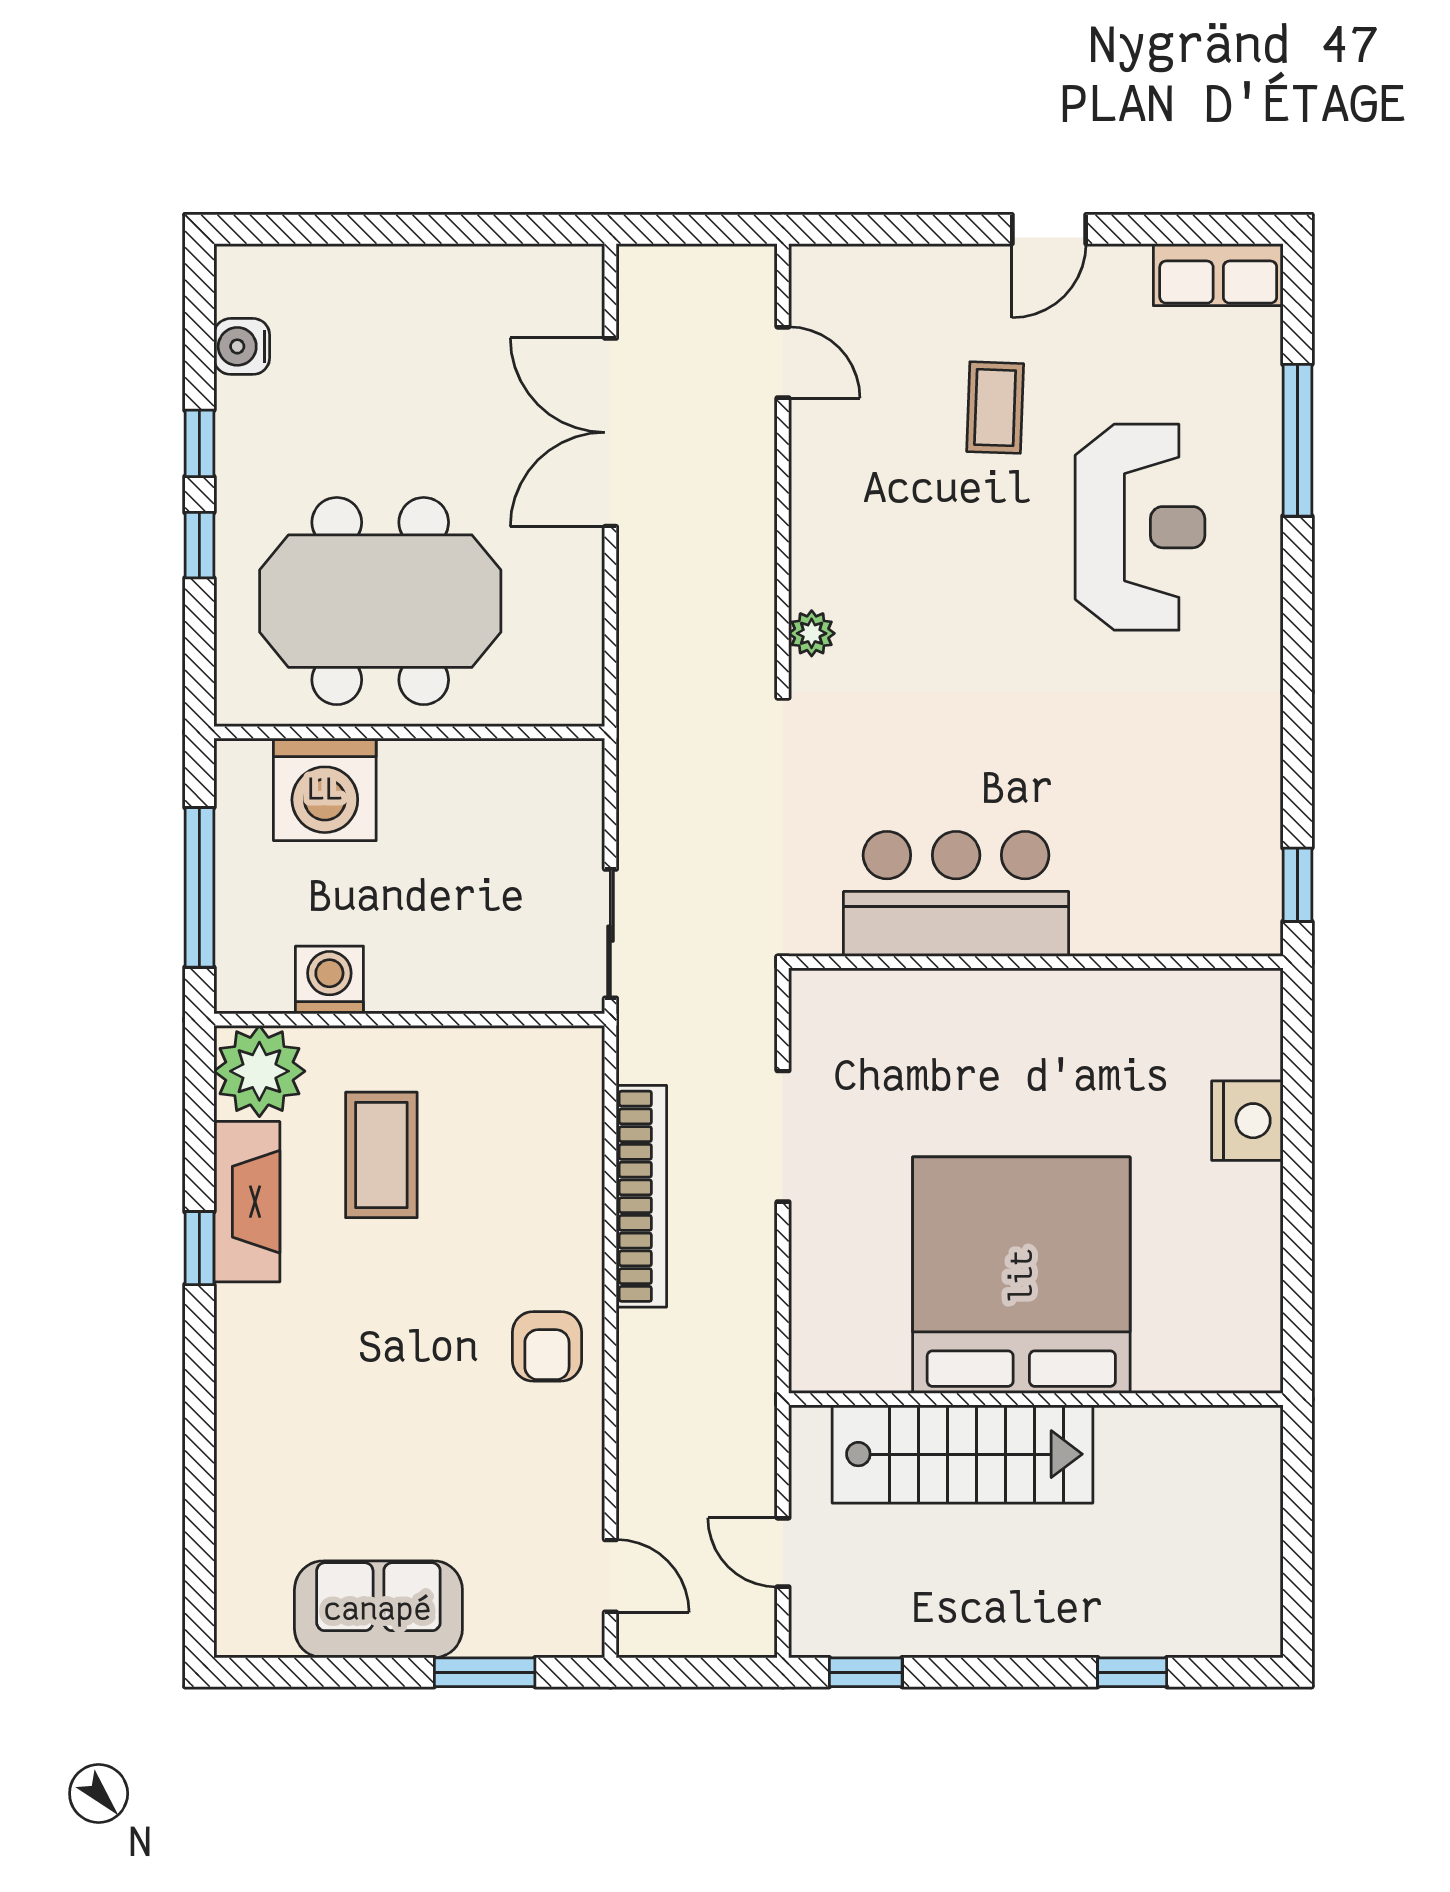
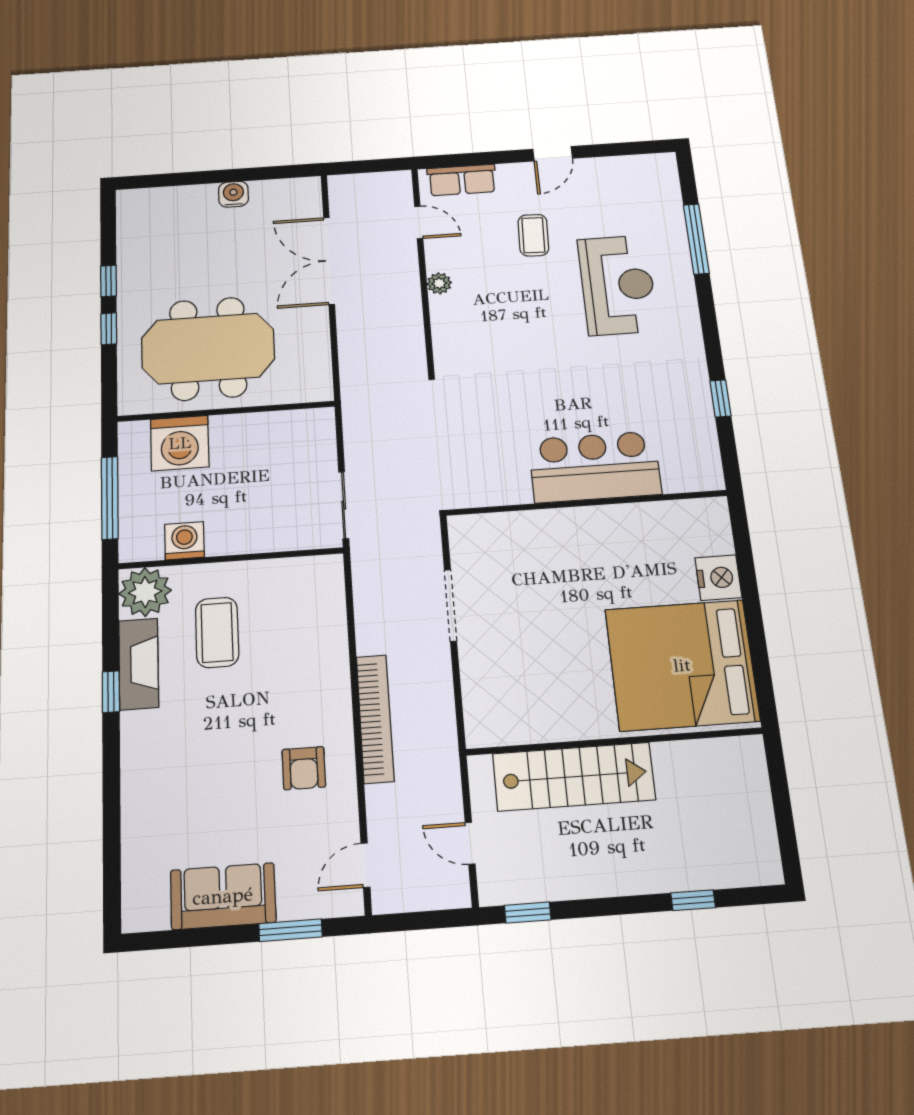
row of seats: (1218, 275) -> (462, 180), moved
water cooler: (242, 346) -> (233, 194), moved, turned 90
plant: (812, 633) -> (439, 283), moved
window: (1297, 885) -> (720, 398), moved
bar counter: (956, 894) -> (595, 467), moved
bookcase: (641, 1196) -> (375, 719), moved
bed: (1021, 1275) -> (682, 665), moved, turned -90
armchair: (547, 1346) -> (304, 768), moved
door: (610, 1576) -> (365, 865), swing flipped

